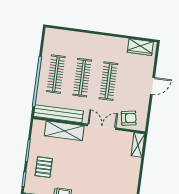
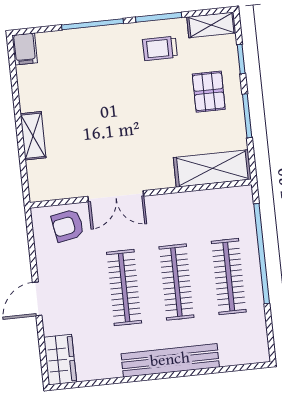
wardrobe: (140, 47) -> (60, 360), moved, turned 90
bench: (58, 114) -> (170, 360), moved
shelving: (64, 131) -> (212, 168), moved
shelving: (138, 145) -> (33, 136), moved

